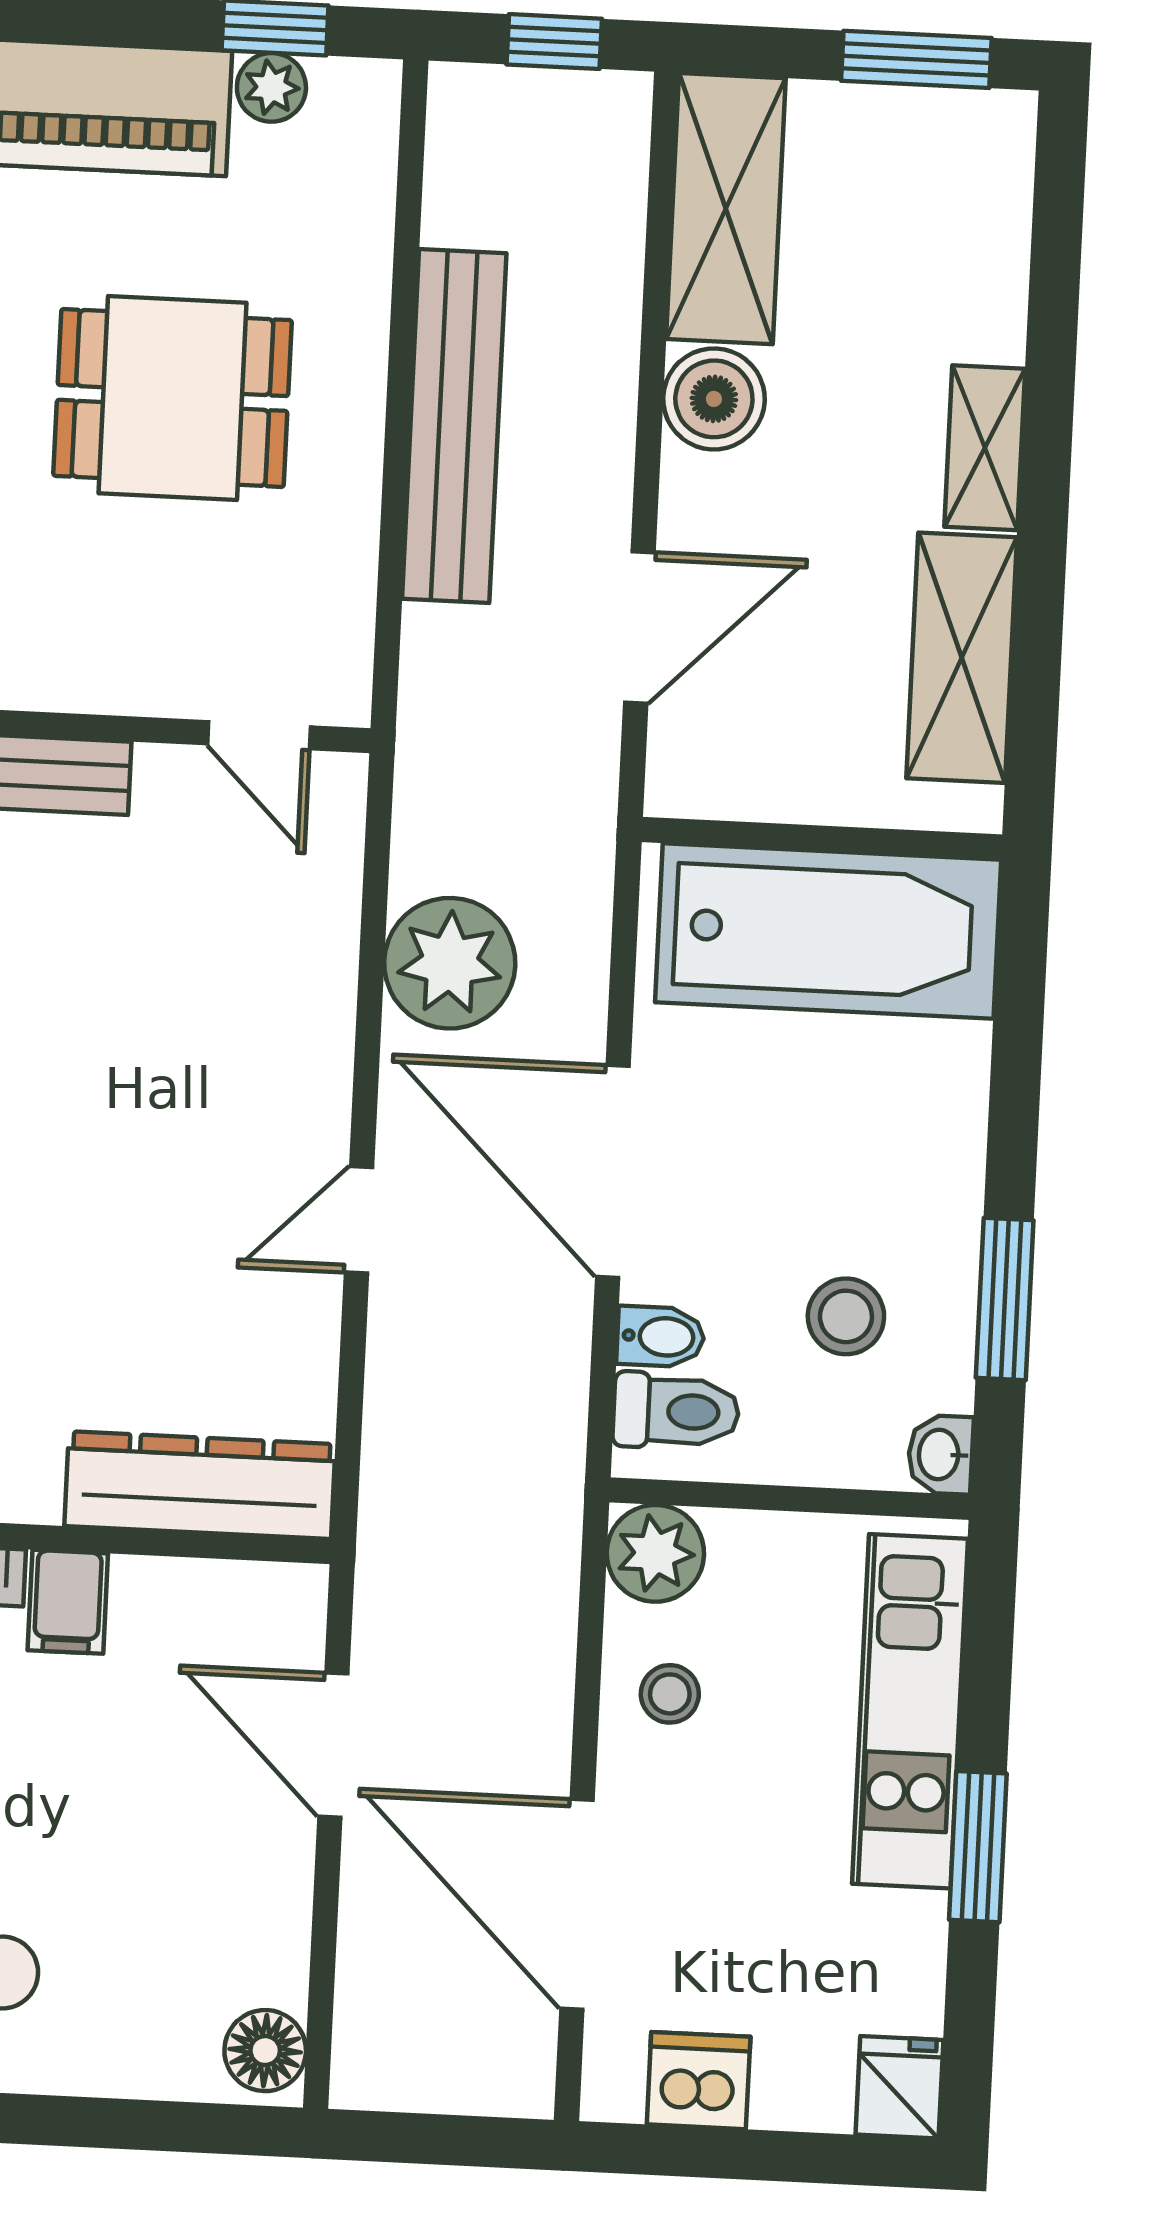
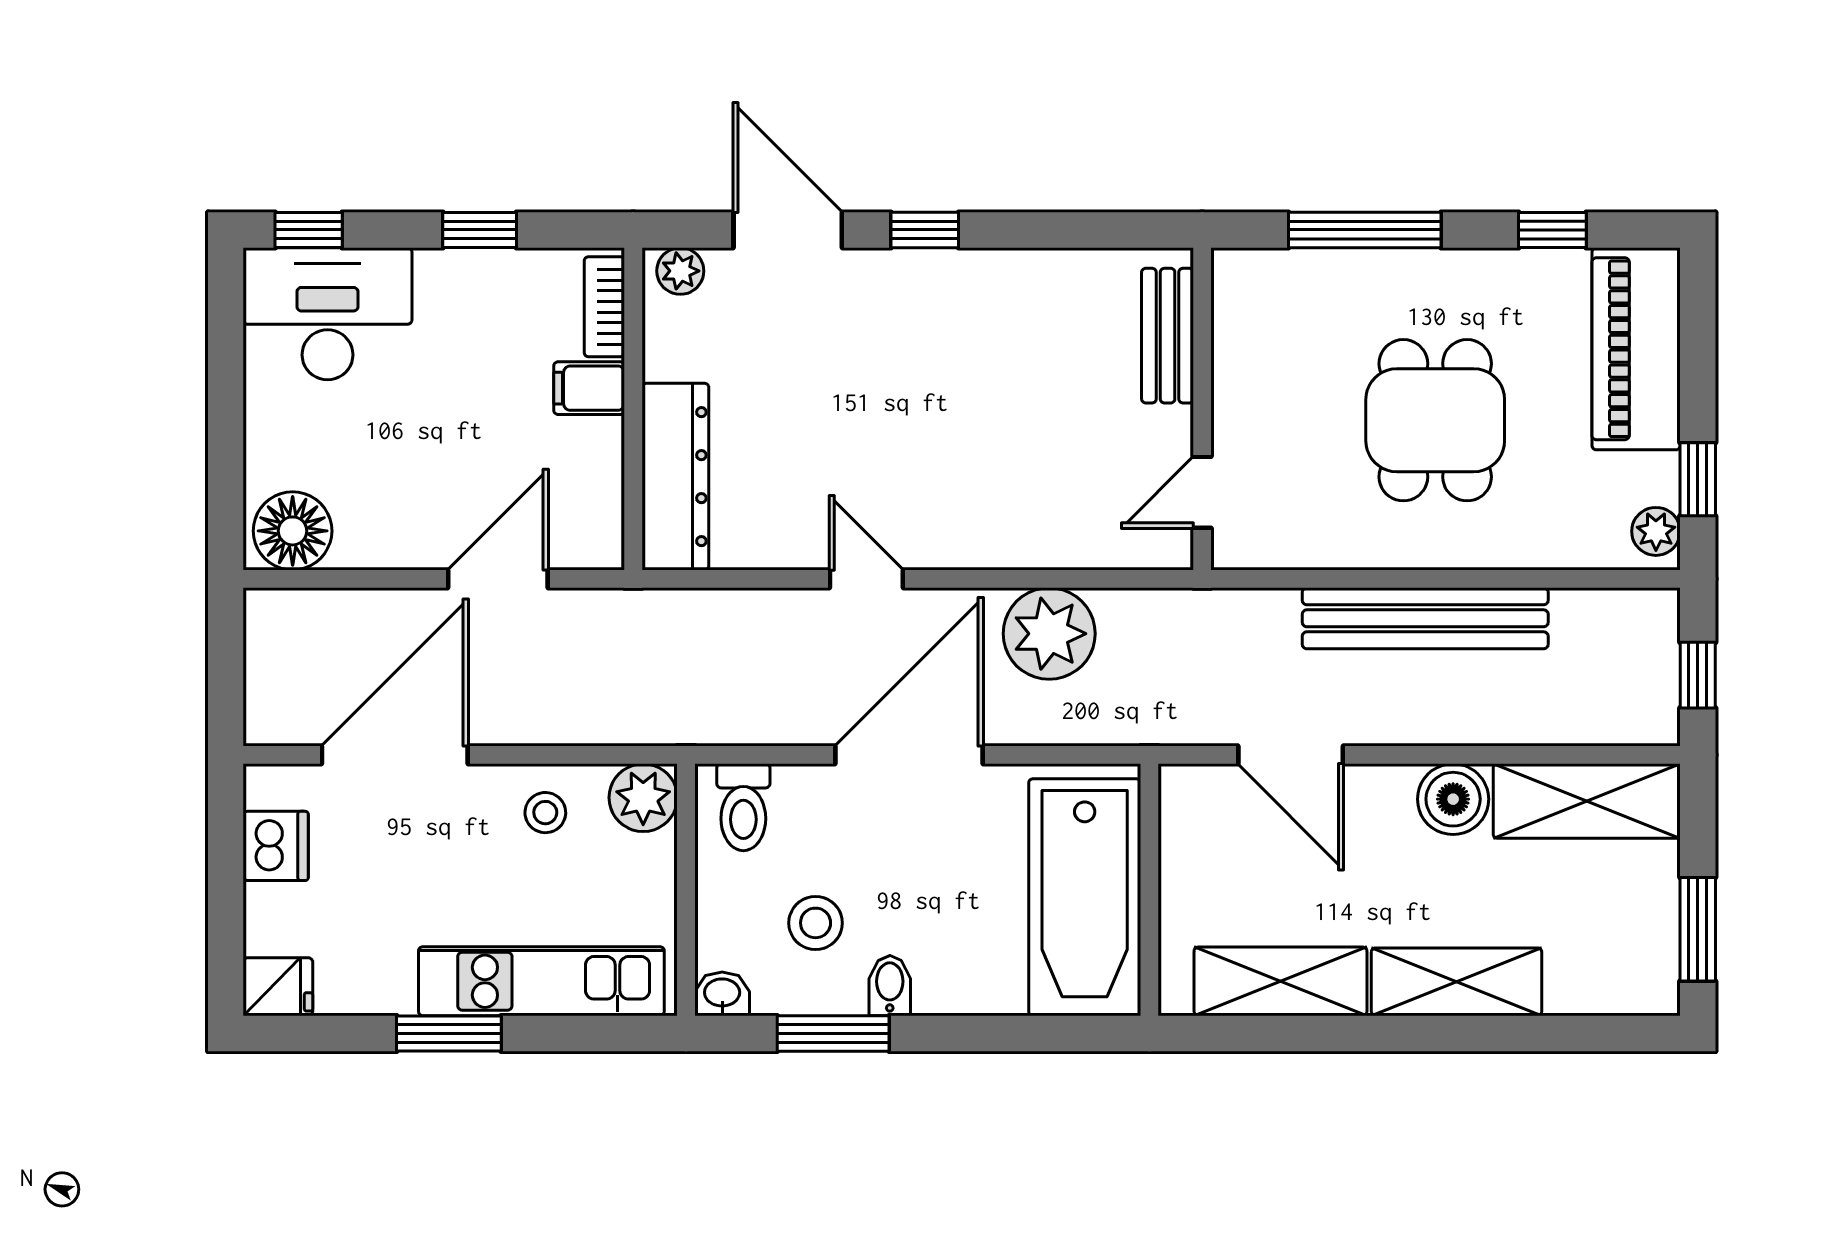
plant: (271, 87) -> (1656, 531), moved
shelving: (985, 448) -> (1457, 982), width x1.50, depth x1.33
bidet: (660, 1337) -> (890, 986), moved, turned 180
floor lamp: (265, 2051) -> (293, 531), width x1.38, depth x1.38

